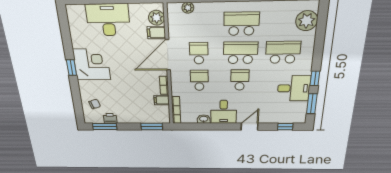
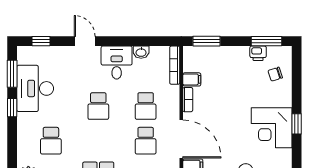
school desk: (283, 52) -> (51, 141), width x0.54
school desk: (241, 53) -> (98, 141), removed
door: (168, 55) -> (181, 139), hinge flipped
desk: (294, 88) -> (35, 88), width x1.37
door: (249, 127) -> (85, 41), swing flipped

